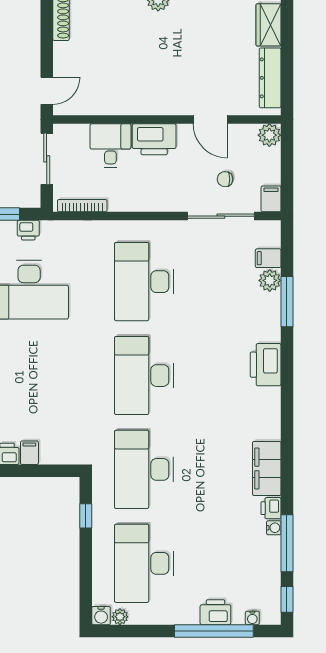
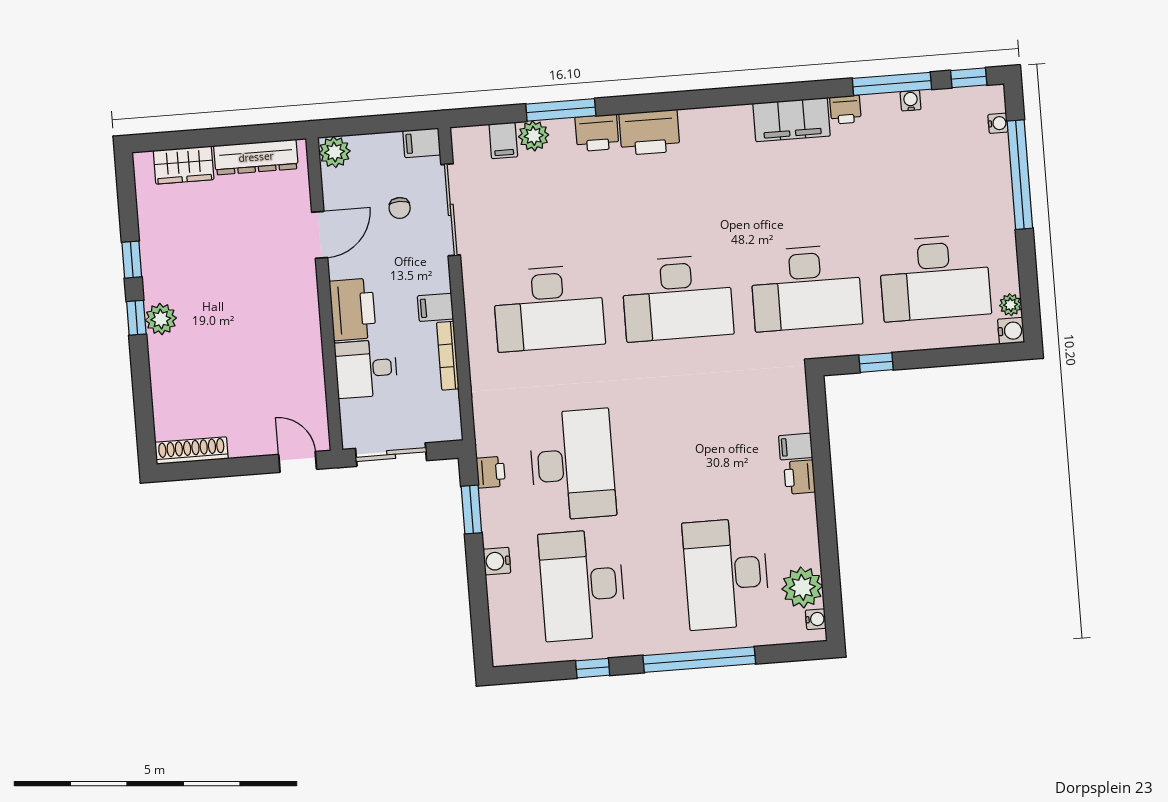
filing cabinet: (151, 199) -> (435, 307), added
bookcase: (82, 206) -> (448, 356), moved
water cooler: (274, 528) -> (911, 101), moved
printer: (215, 612) -> (597, 133), moved, turned -90

